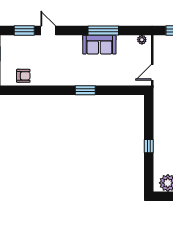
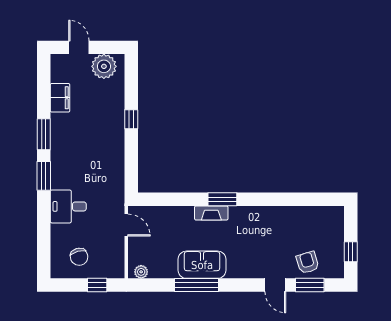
door: (152, 72) -> (126, 225), hinge flipped
armchair: (23, 76) -> (308, 262), moved, turned 73
fireplace: (93, 81) -> (211, 213), added

